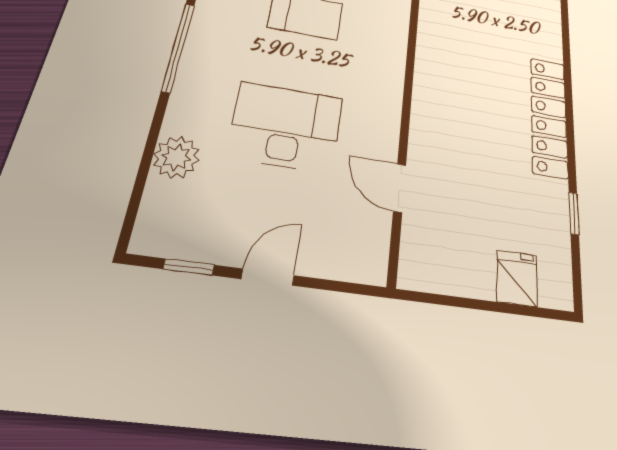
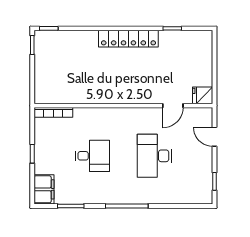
plant: (176, 157) -> (174, 195), removed
door: (268, 277) -> (215, 137), moved
fridge: (517, 278) -> (203, 95), moved

